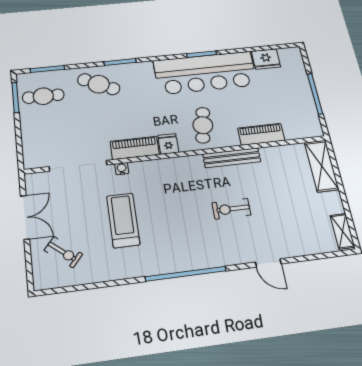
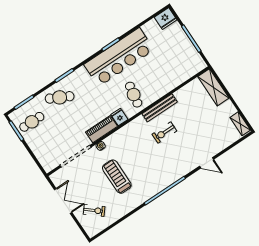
fridge: (266, 59) -> (166, 19), moved
piano: (261, 134) -> (170, 84), removed
exercise bike: (231, 209) -> (164, 133), moved

